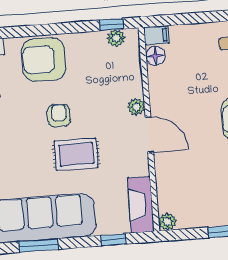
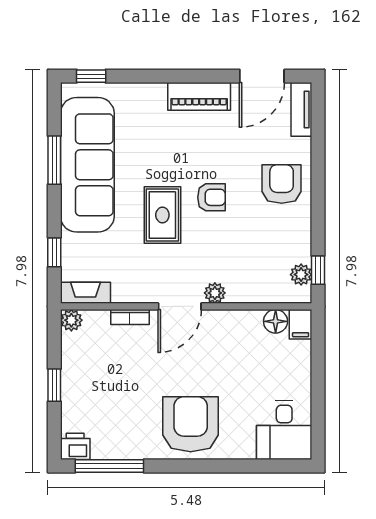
armchair: (44, 60) -> (282, 184), width x0.73, depth x0.73
bookcase: (161, 174) -> (130, 317), added
fireplace: (141, 205) -> (85, 293), width x0.73, depth x0.76

